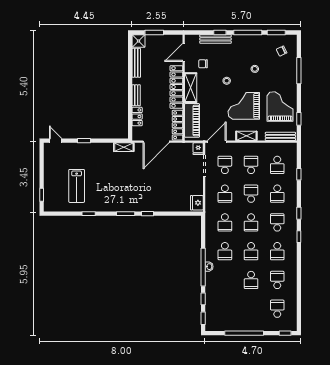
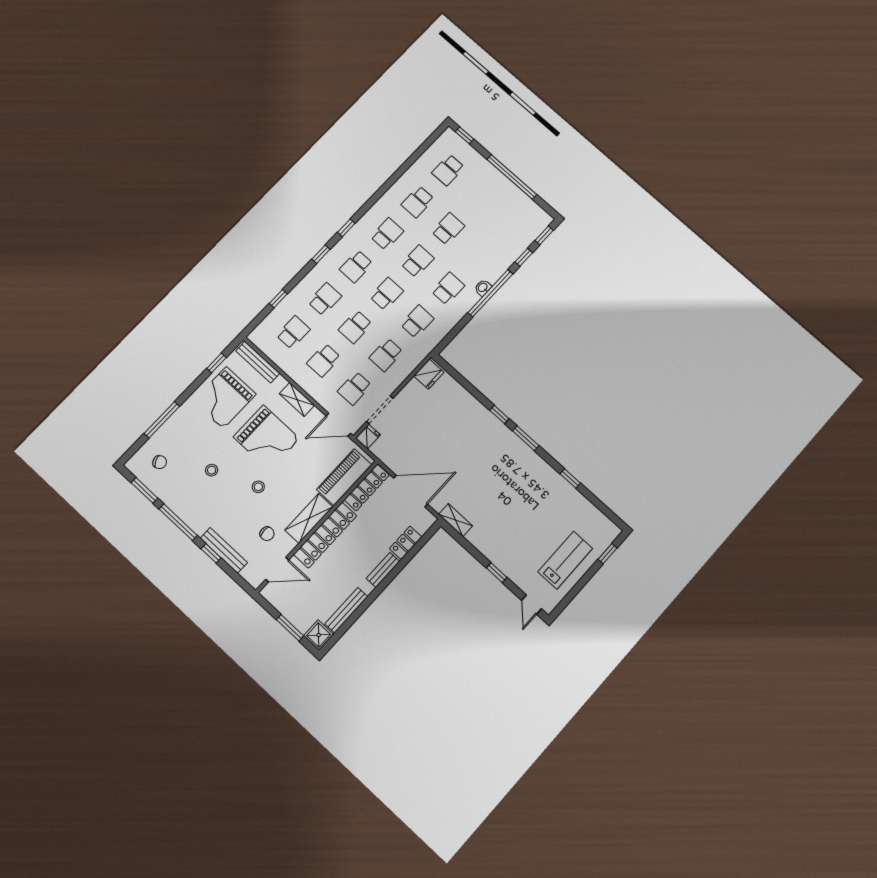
lab bench: (77, 186) -> (565, 560), moved
school desk: (225, 194) -> (386, 355), turned 180

